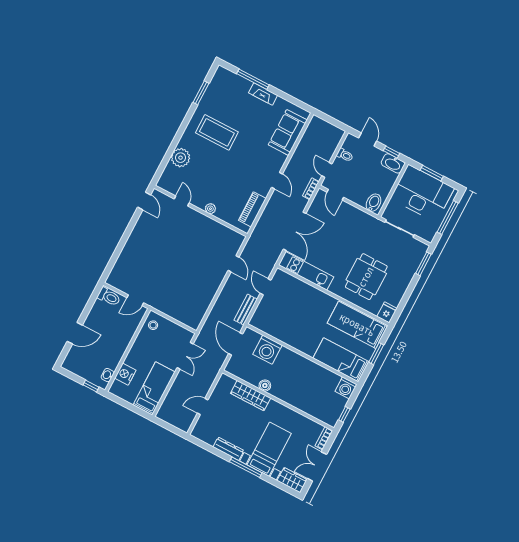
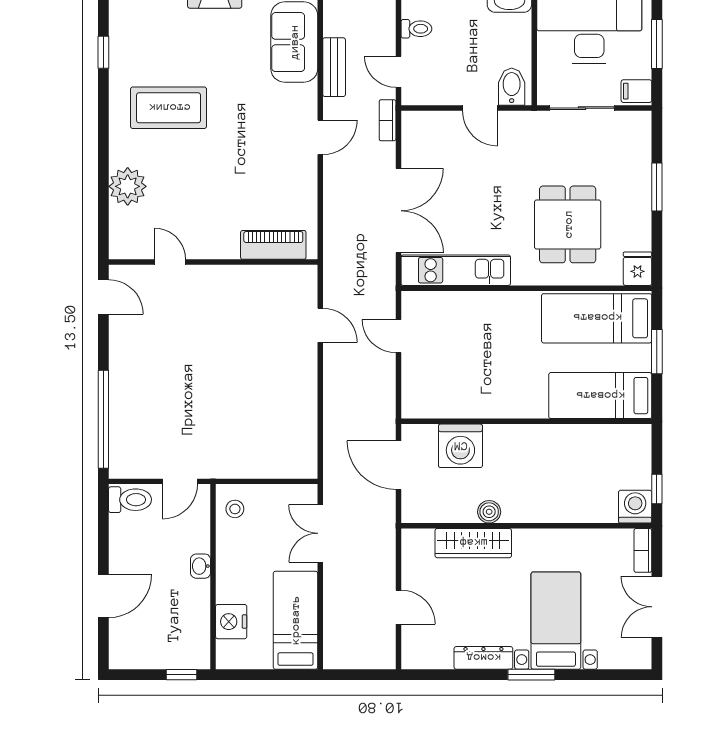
window: (201, 93) -> (103, 52), width x0.67
door: (277, 181) -> (320, 137), hinge flipped
door: (335, 195) -> (480, 108), moved
plant: (210, 209) -> (228, 249), removed
piano: (252, 209) -> (273, 245), moved, turned 90
window: (448, 218) -> (657, 44), width x0.69
filing cabinet: (428, 234) -> (636, 91), added
window: (116, 255) -> (103, 419), added
window: (423, 264) -> (657, 187), moved
bench: (246, 310) -> (334, 67), moved
double door: (185, 356) -> (320, 533), swing flipped
washbasin: (108, 375) -> (201, 566), moved
washing machine: (346, 388) -> (635, 507), moved, turned 180
door: (203, 407) -> (398, 607), swing flipped
window: (246, 467) -> (531, 675), width x0.69
wardrobe: (292, 480) -> (625, 654), removed

